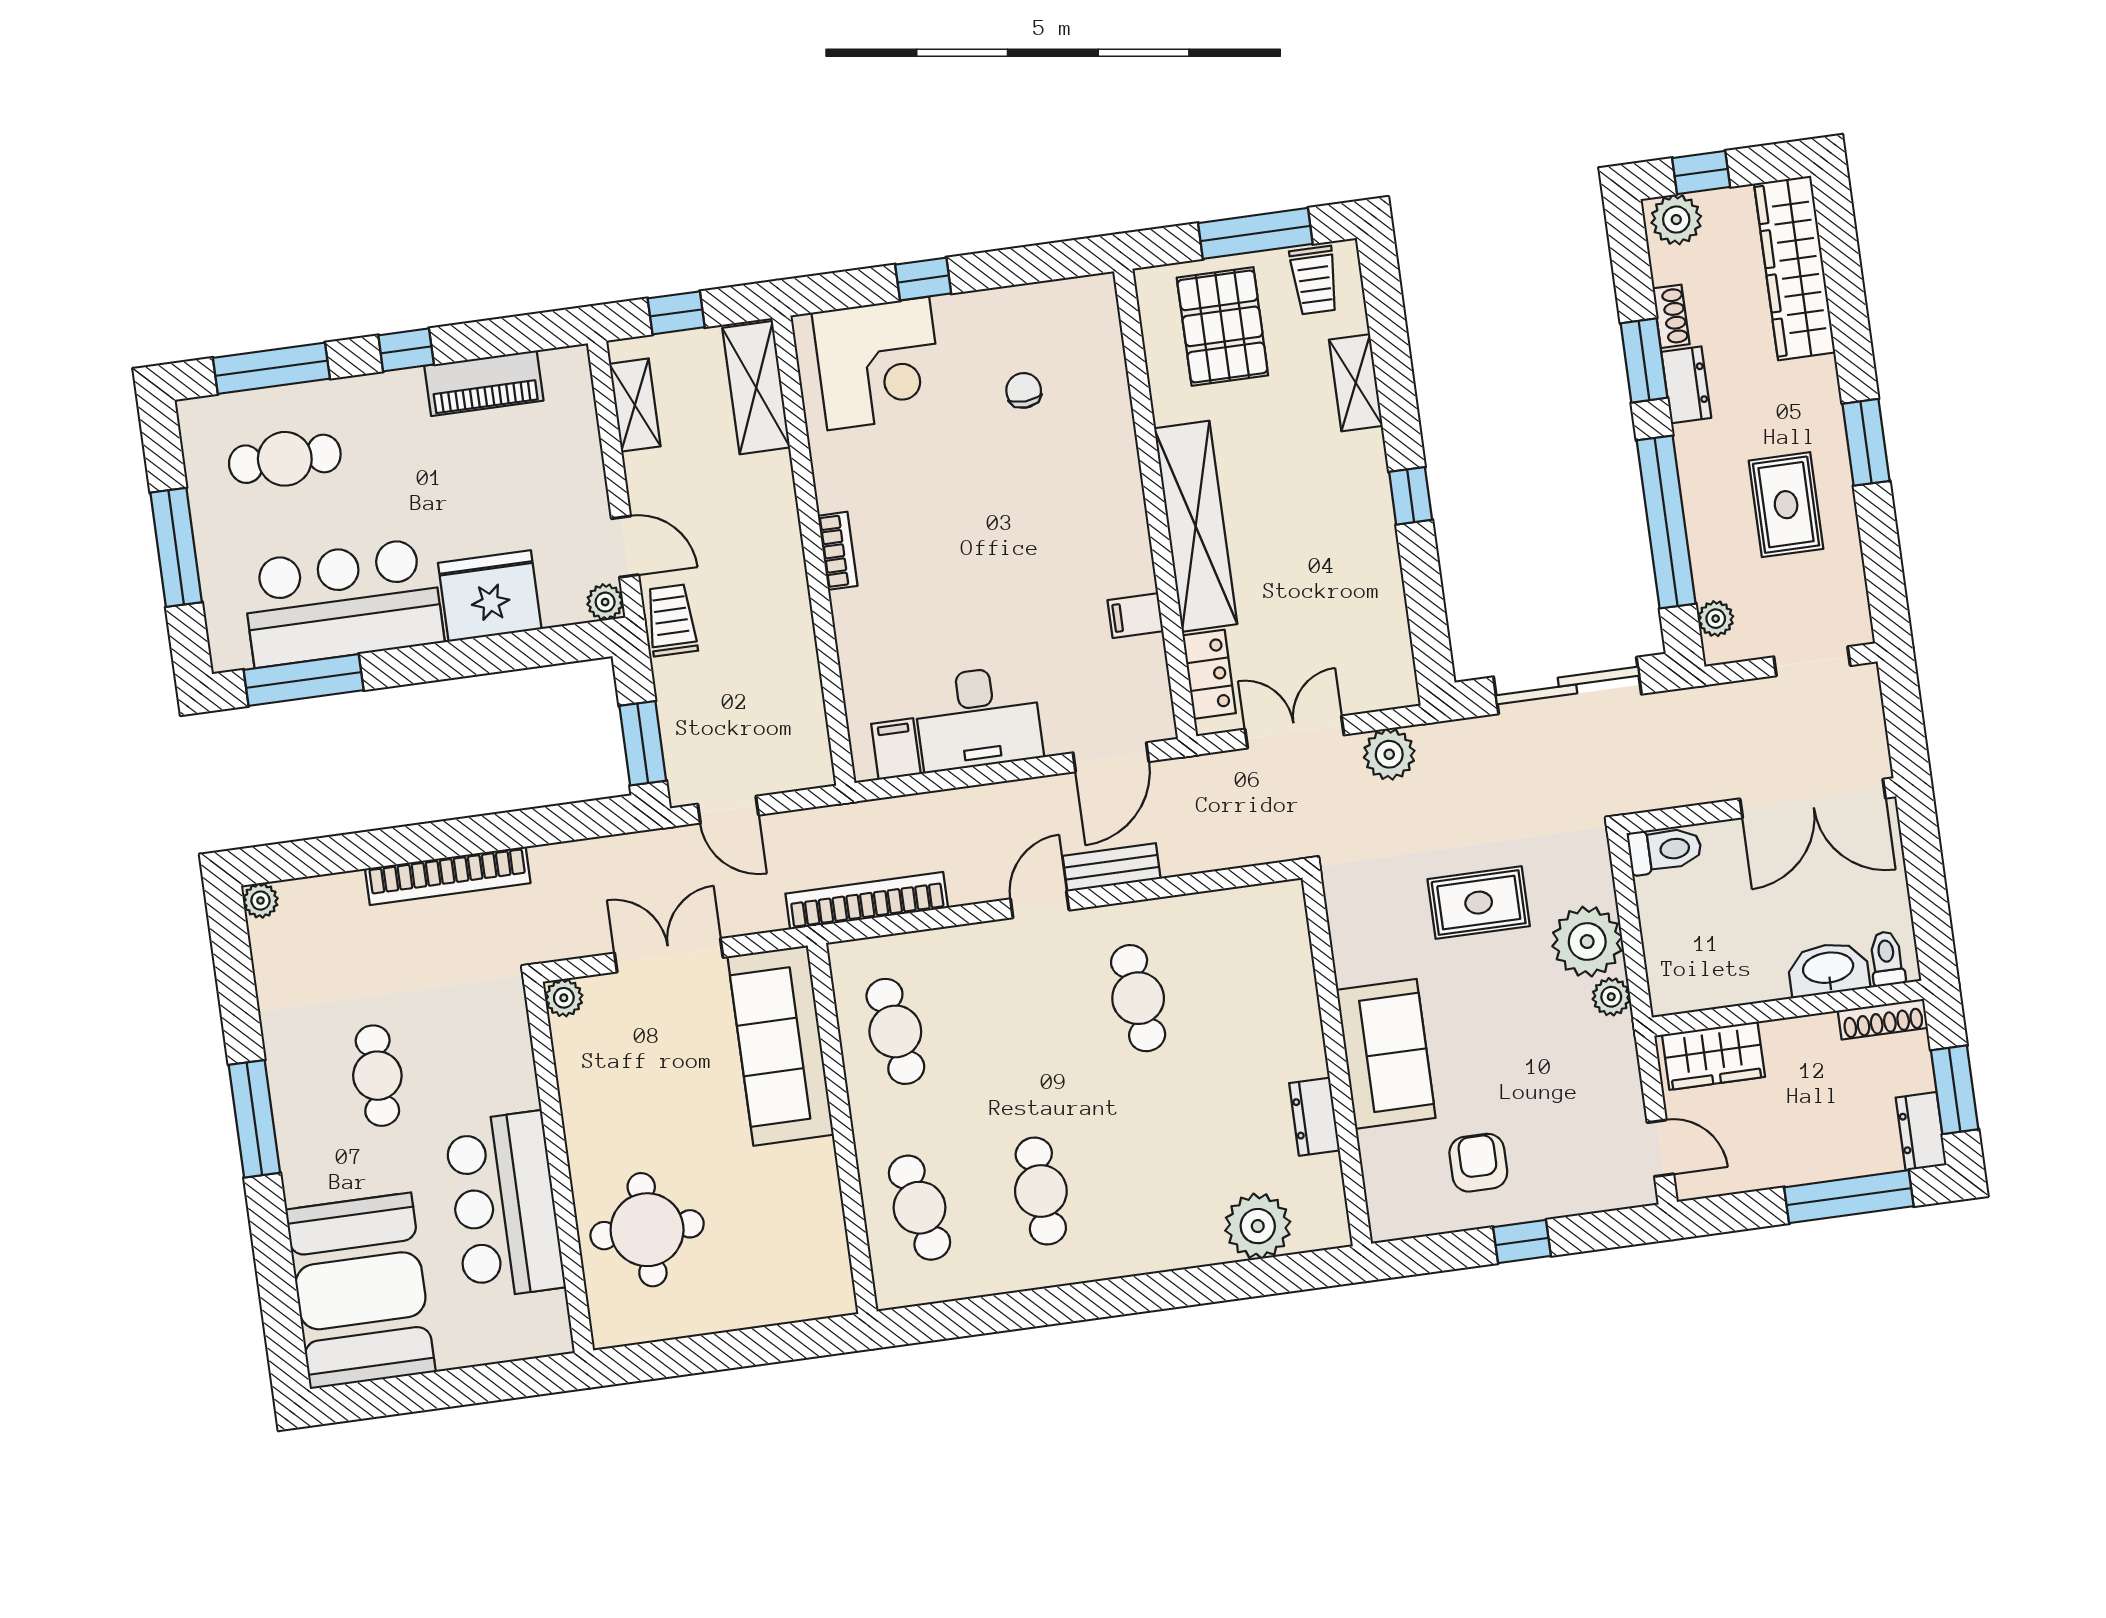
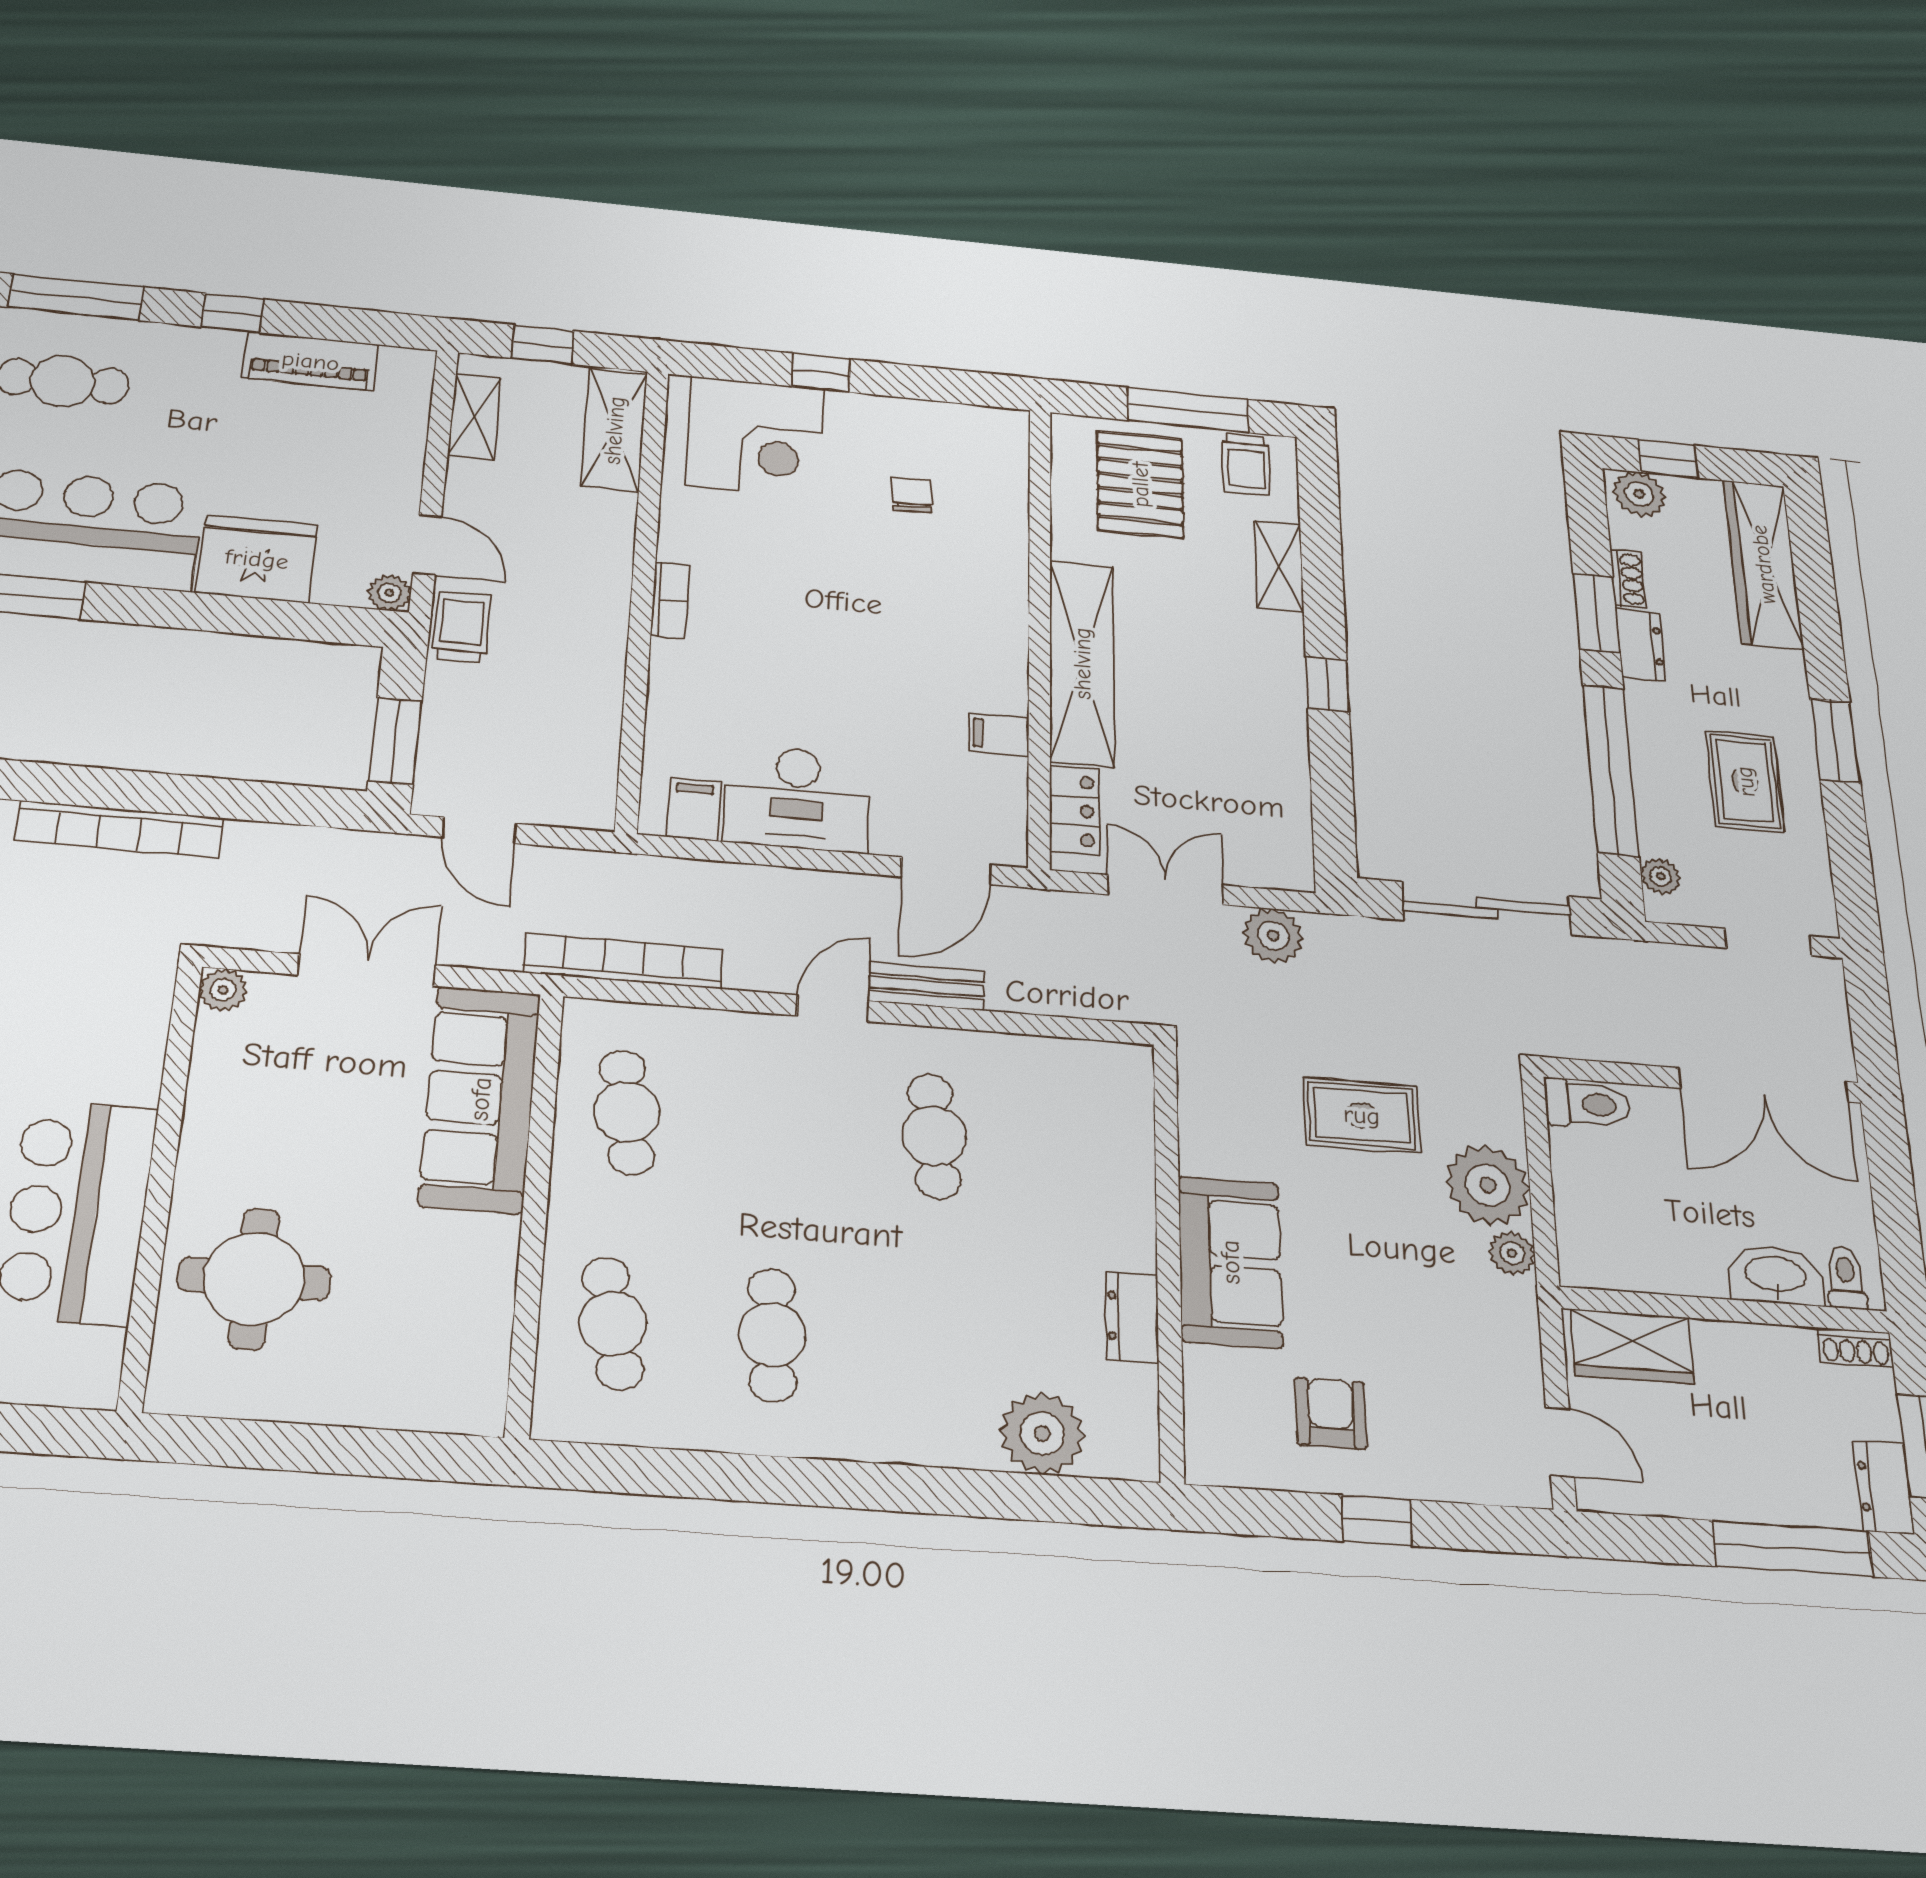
shoe rack: (1883, 1019) -> (1855, 1347), width x0.70

